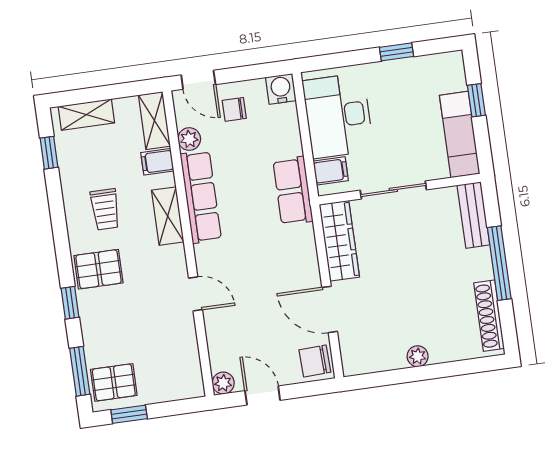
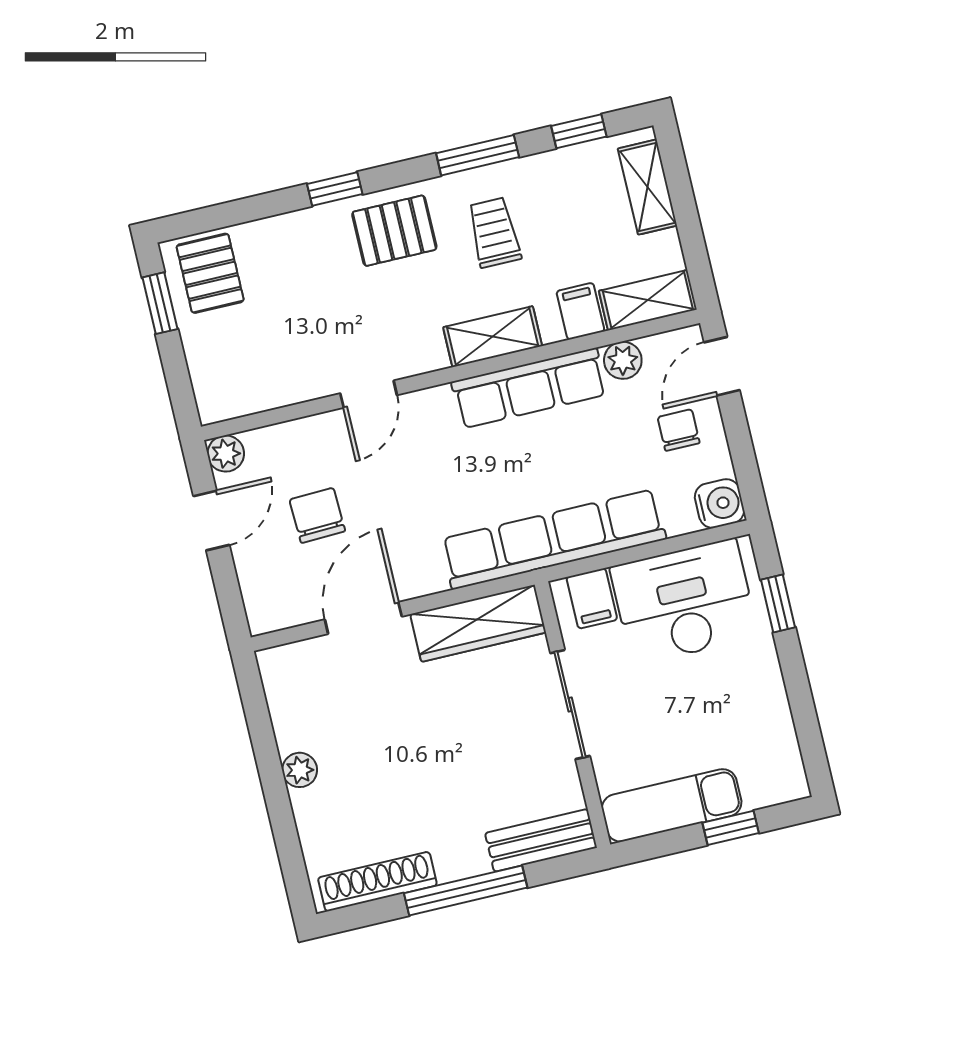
window: (396, 52) -> (778, 604), moved
row of seats: (293, 191) -> (553, 539), width x2.02
trolley: (105, 209) -> (494, 232), turned 90
pallet: (98, 269) -> (394, 231), turned 90
chair: (315, 361) -> (317, 515), moved
window: (80, 371) -> (478, 155), moved

